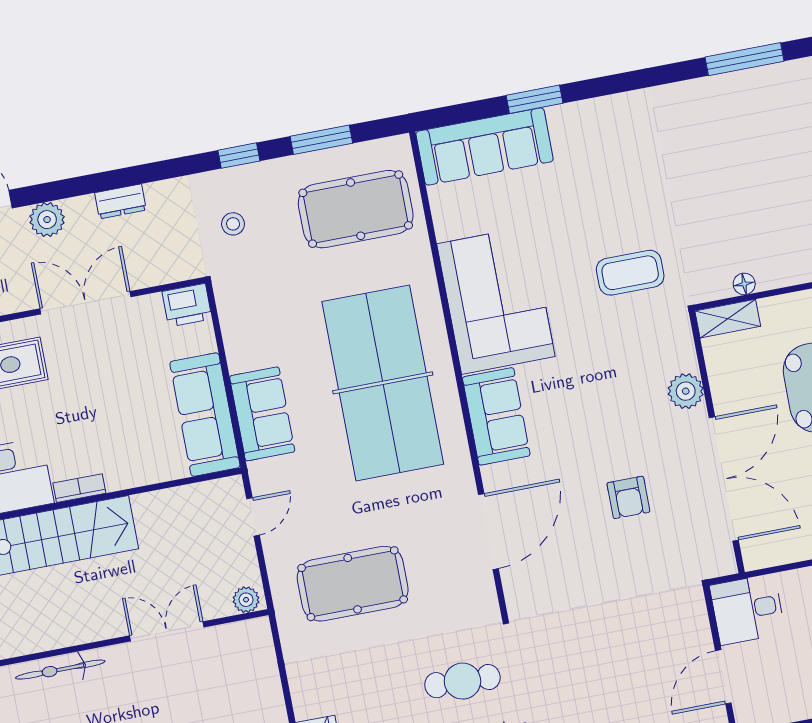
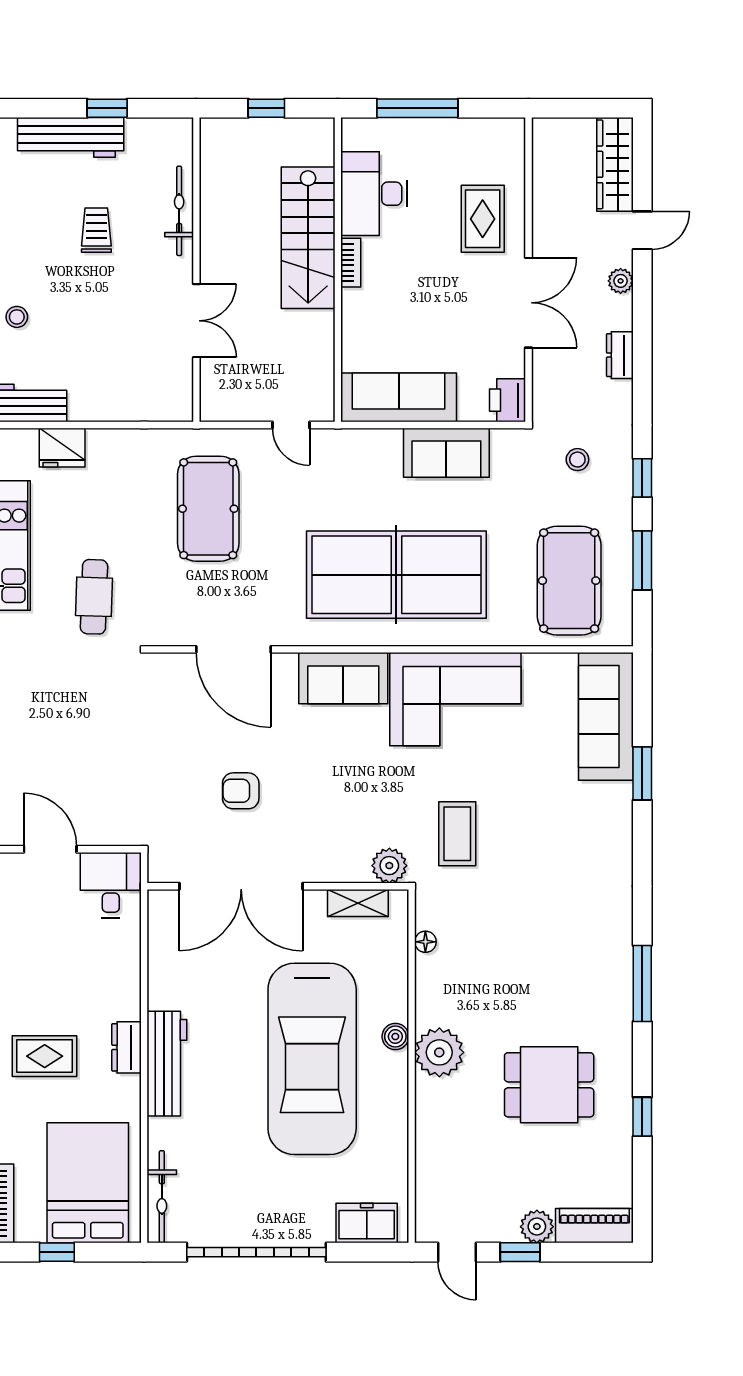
plant: (47, 220) -> (621, 281), width x0.73, depth x0.73
shelving: (728, 319) -> (358, 903), moved, turned 90
plant: (686, 391) -> (389, 866), moved
sofa: (262, 414) -> (446, 453), moved
plant: (246, 600) -> (212, 403), removed

